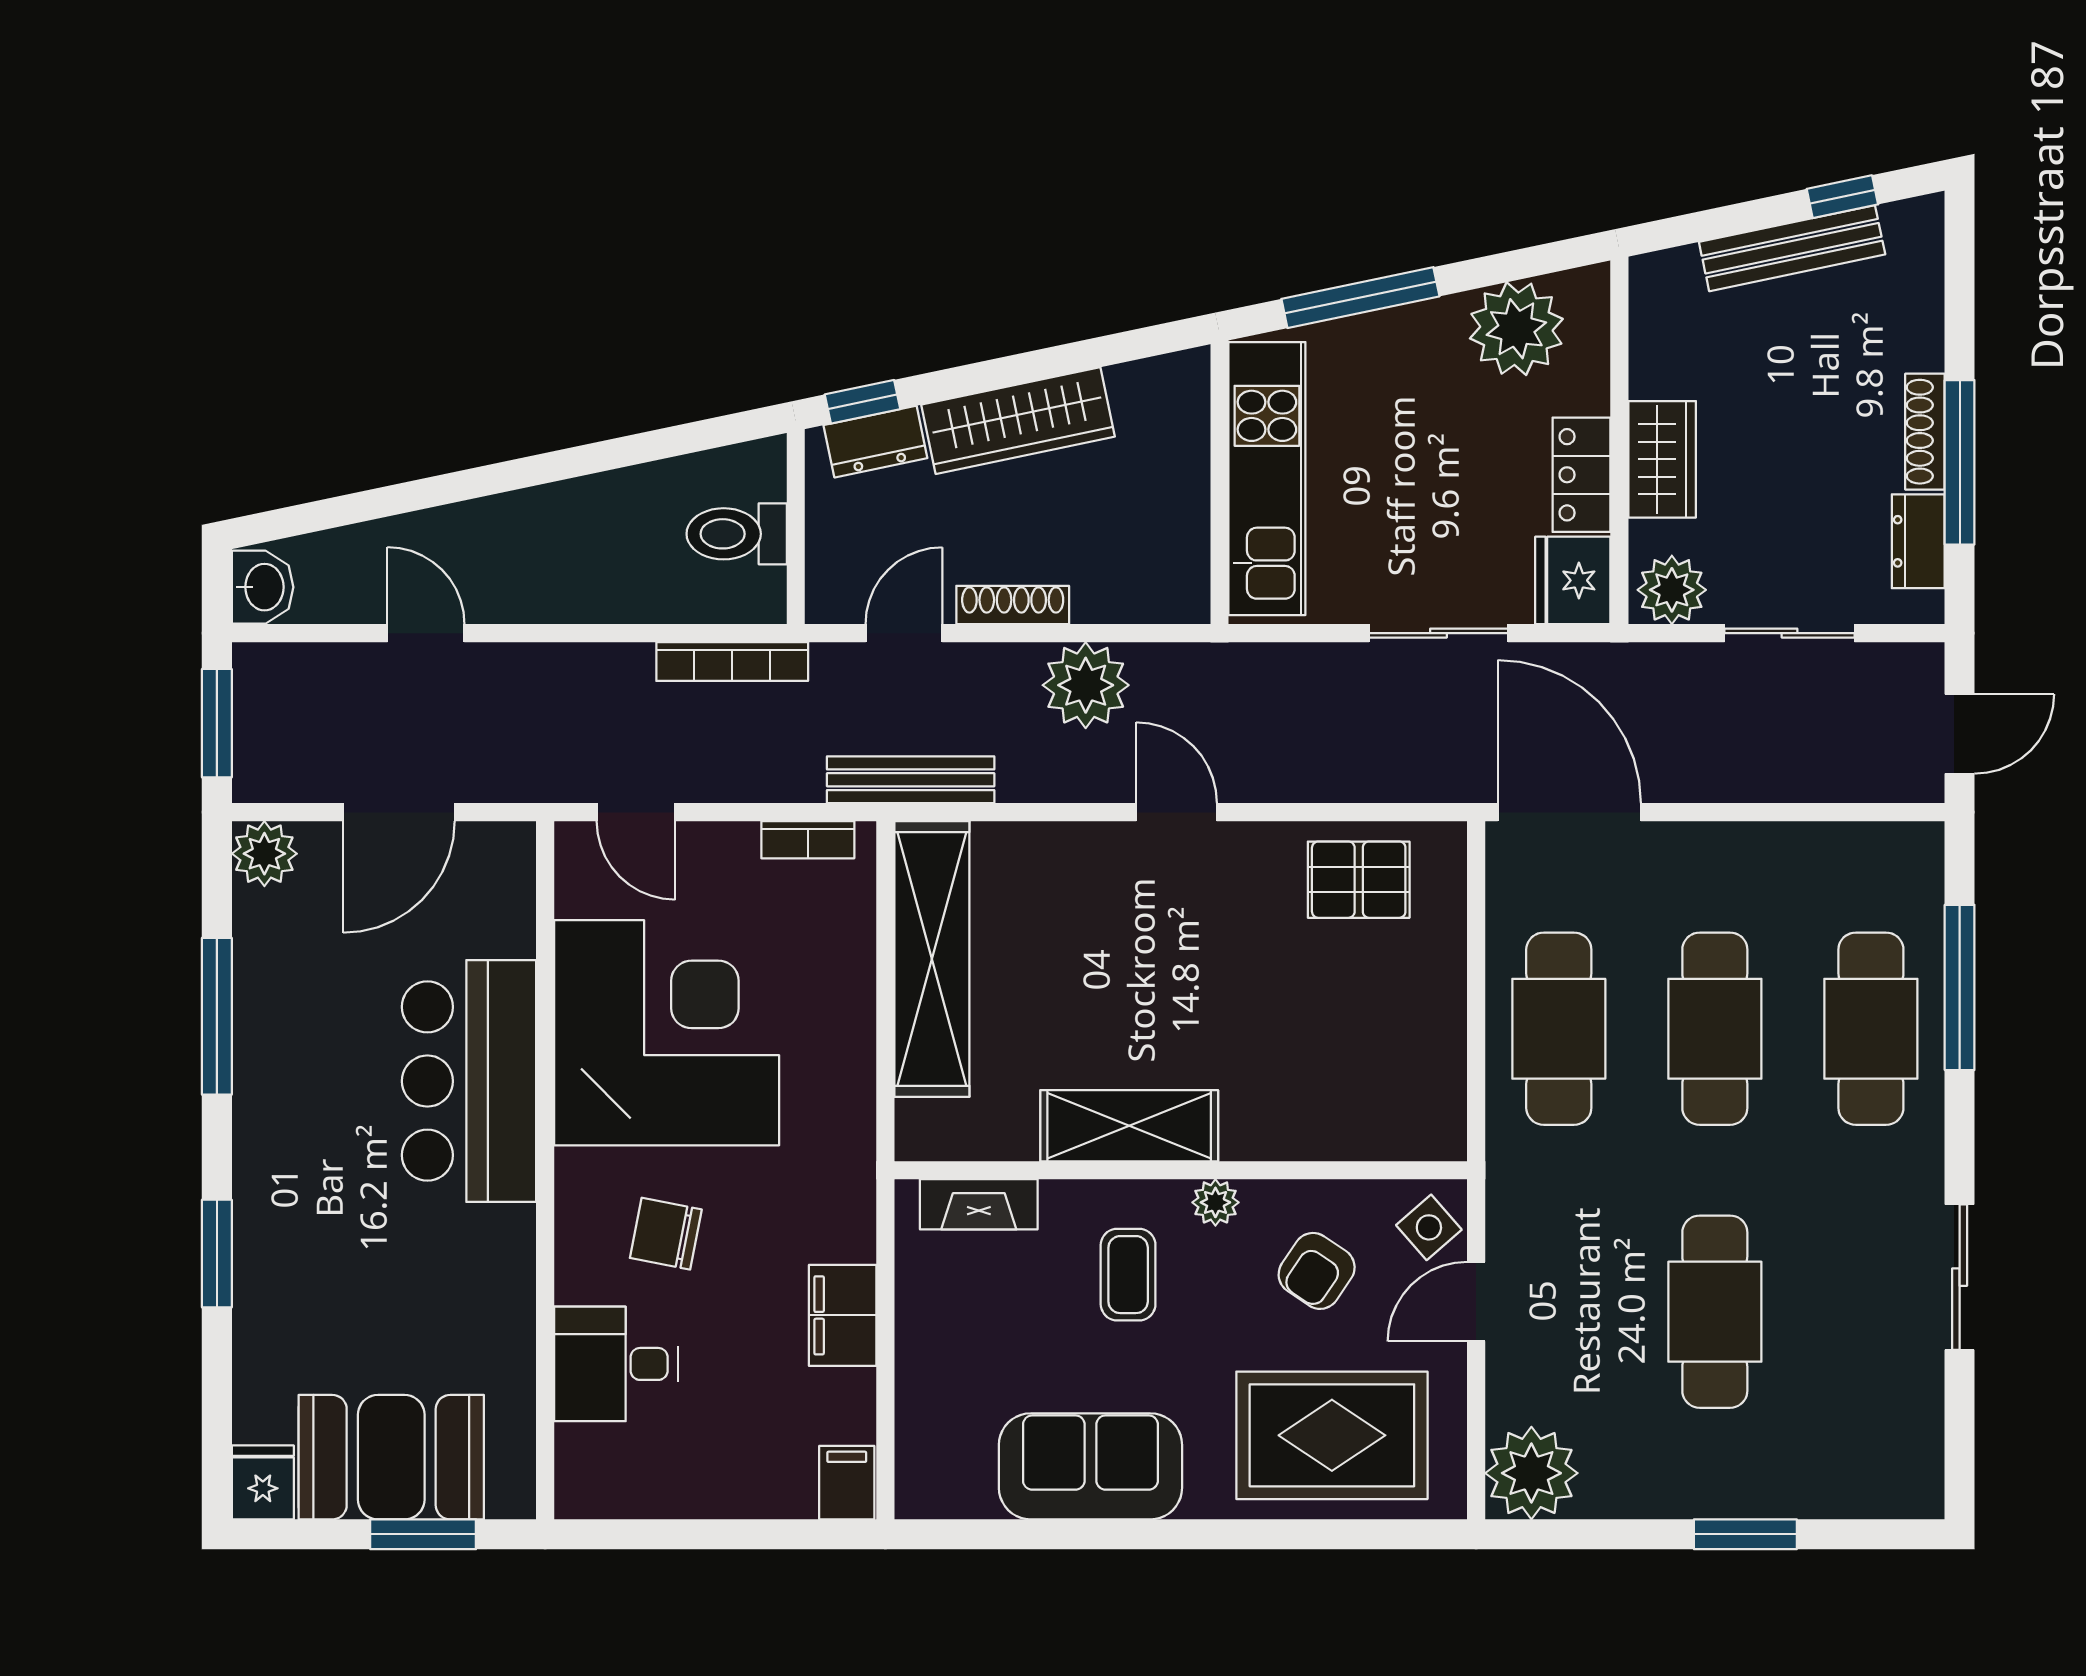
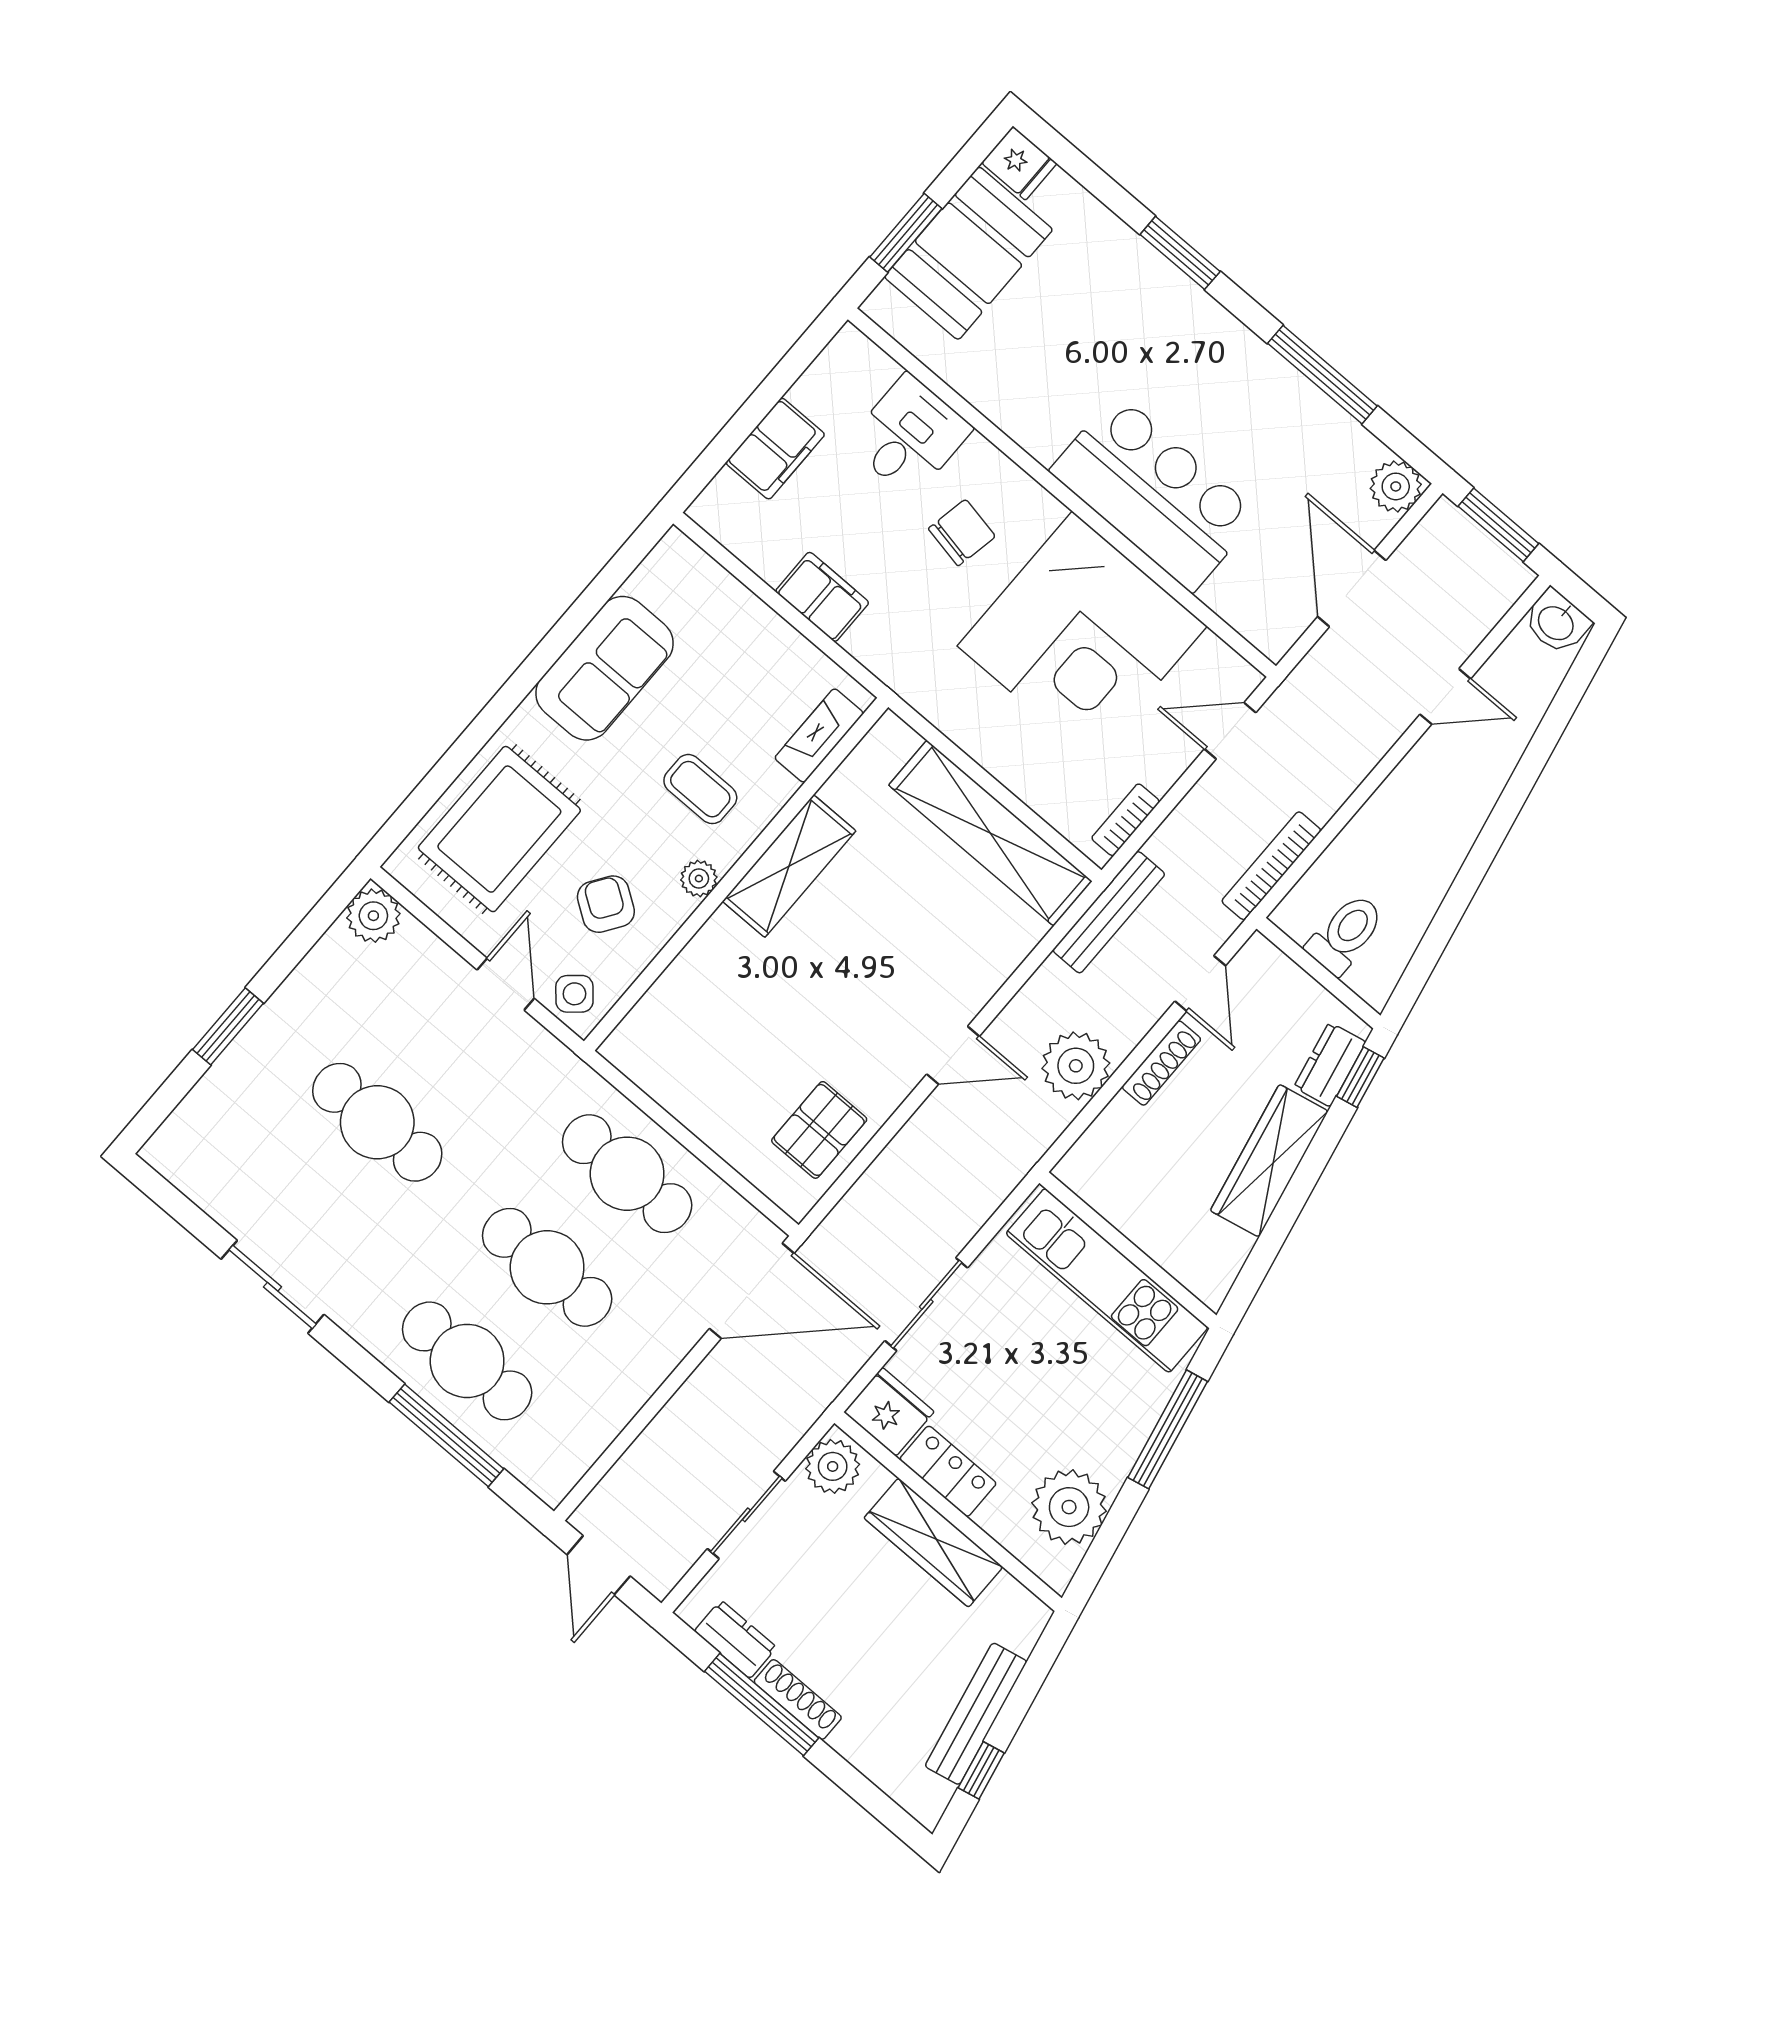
wardrobe: (1662, 459) -> (933, 1543), width x1.50
plant: (1531, 1473) -> (373, 916), width x0.73, depth x0.73
filing cabinet: (847, 1483) -> (775, 449), moved, width x2.00

